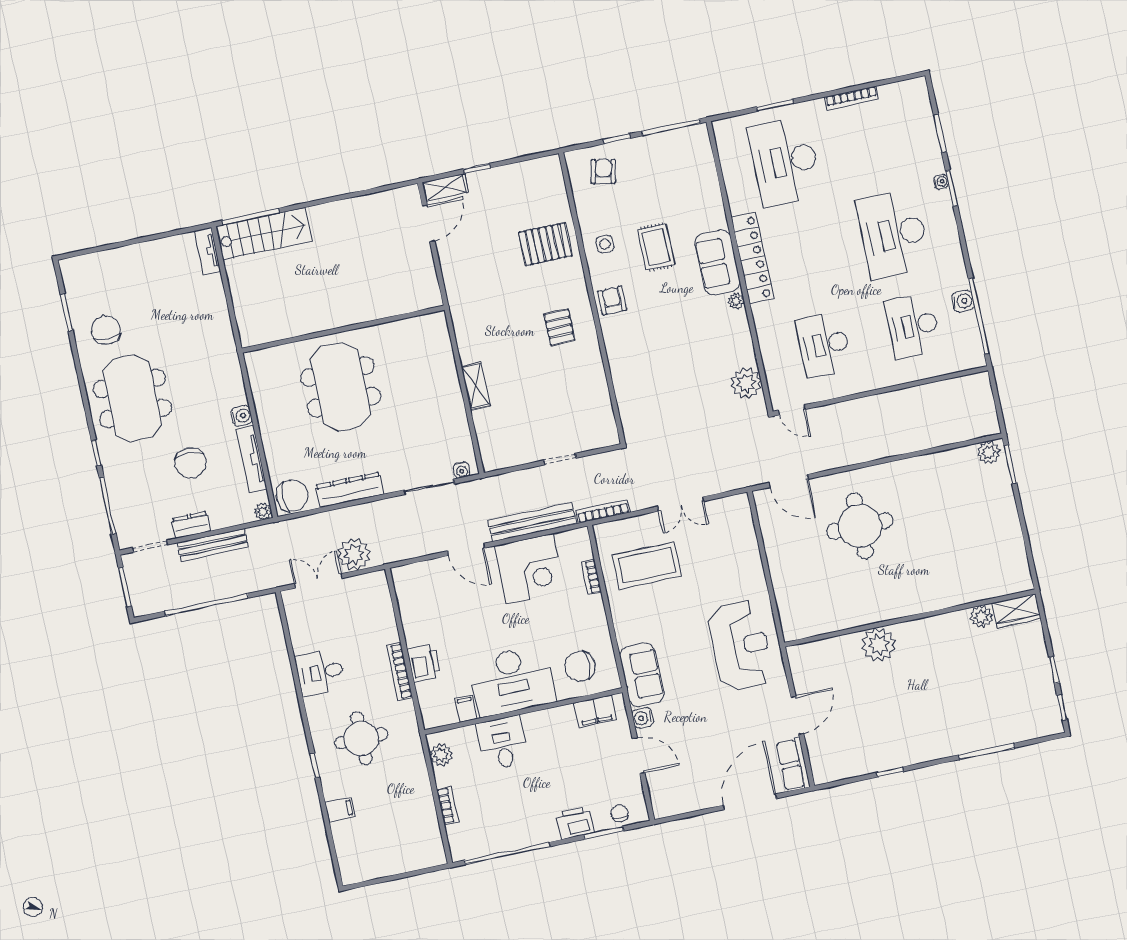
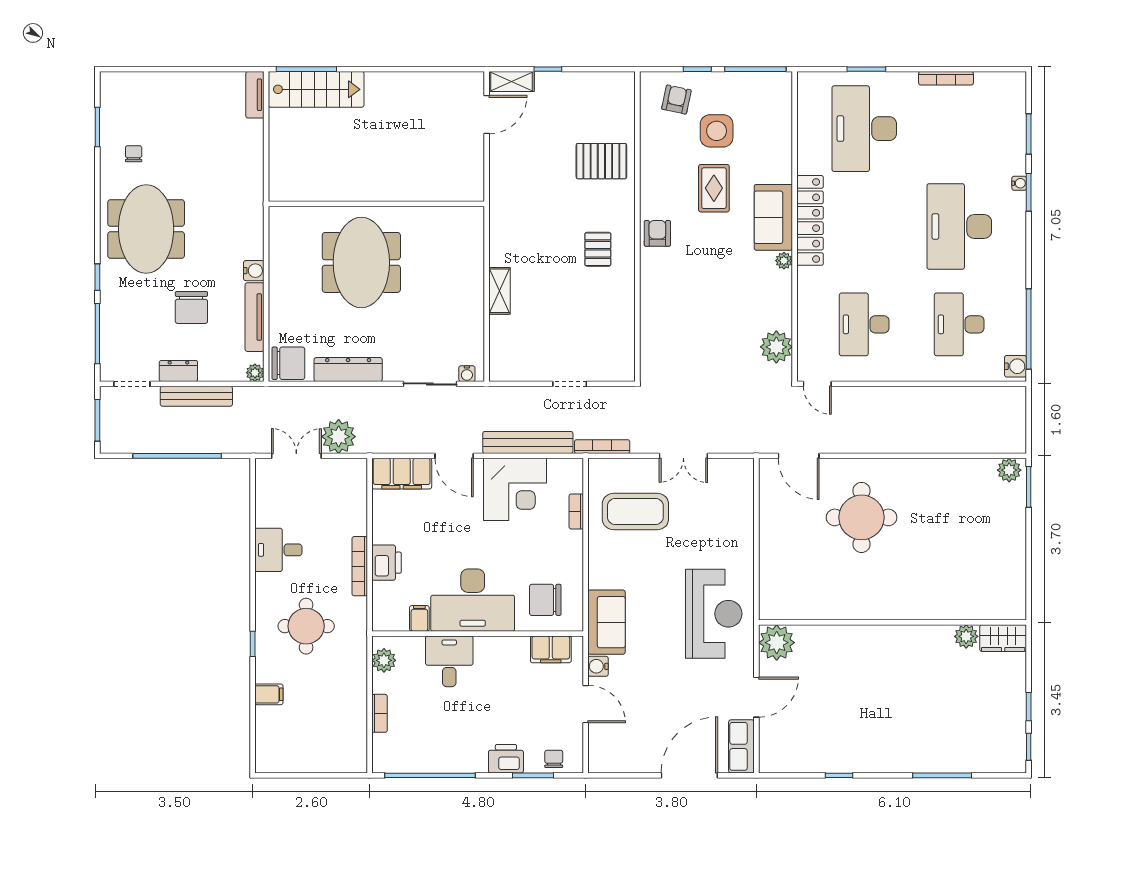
side table: (605, 244) -> (717, 131), moved, width x1.87, depth x1.87
water cooler: (963, 301) -> (1016, 366), moved
chair: (106, 330) -> (134, 154), width x0.54, depth x0.54
filing cabinet: (420, 577) -> (402, 474), added
plant: (879, 645) -> (777, 643), moved

